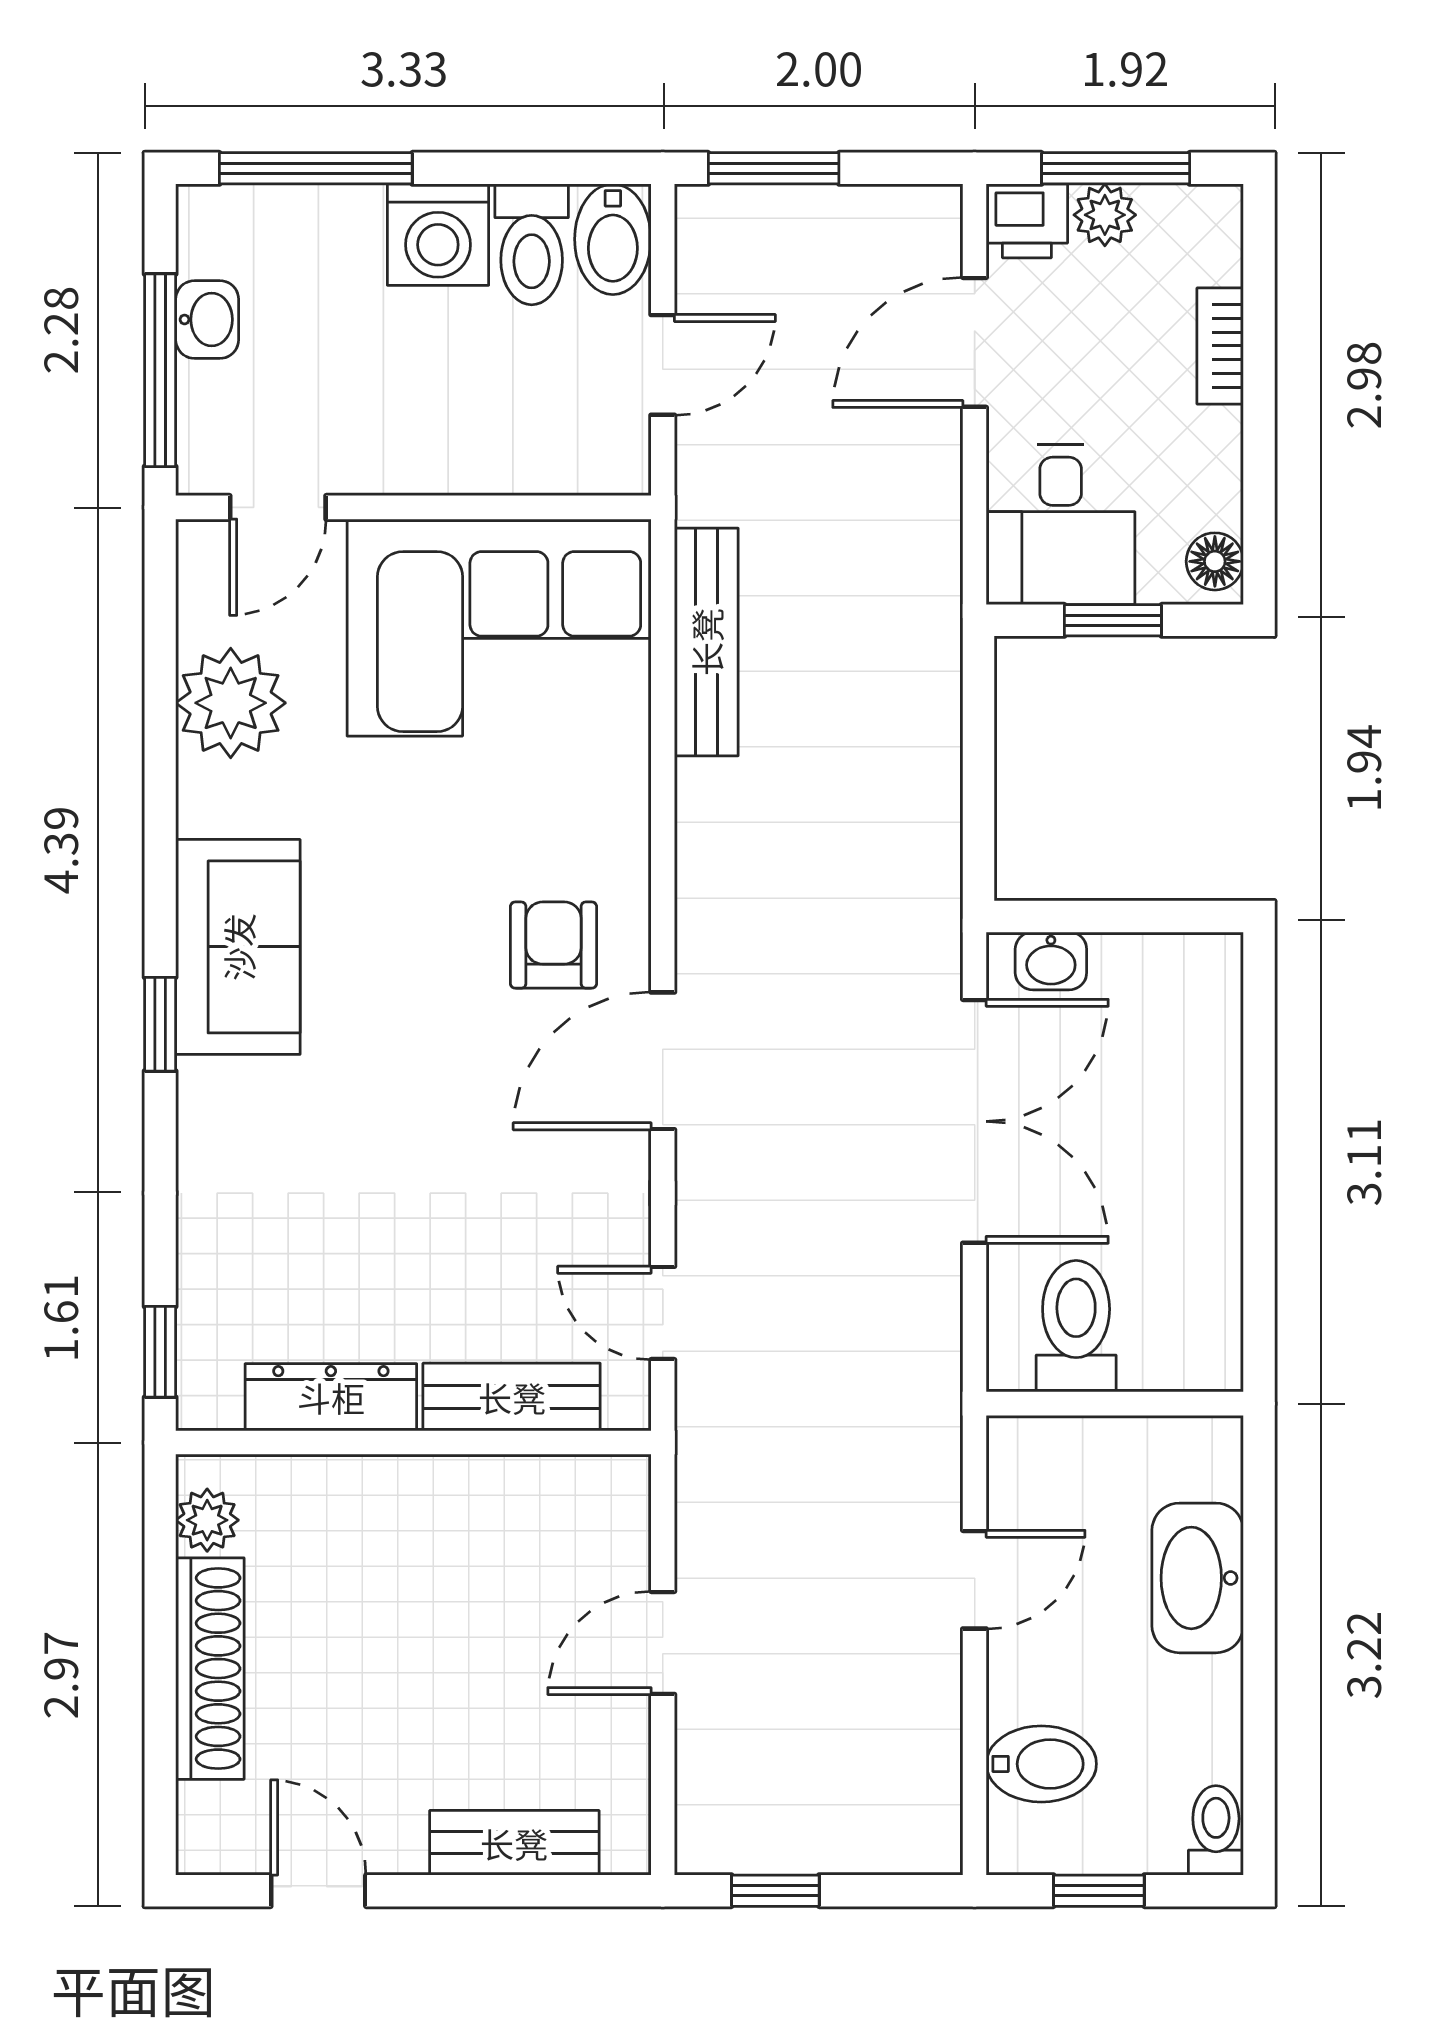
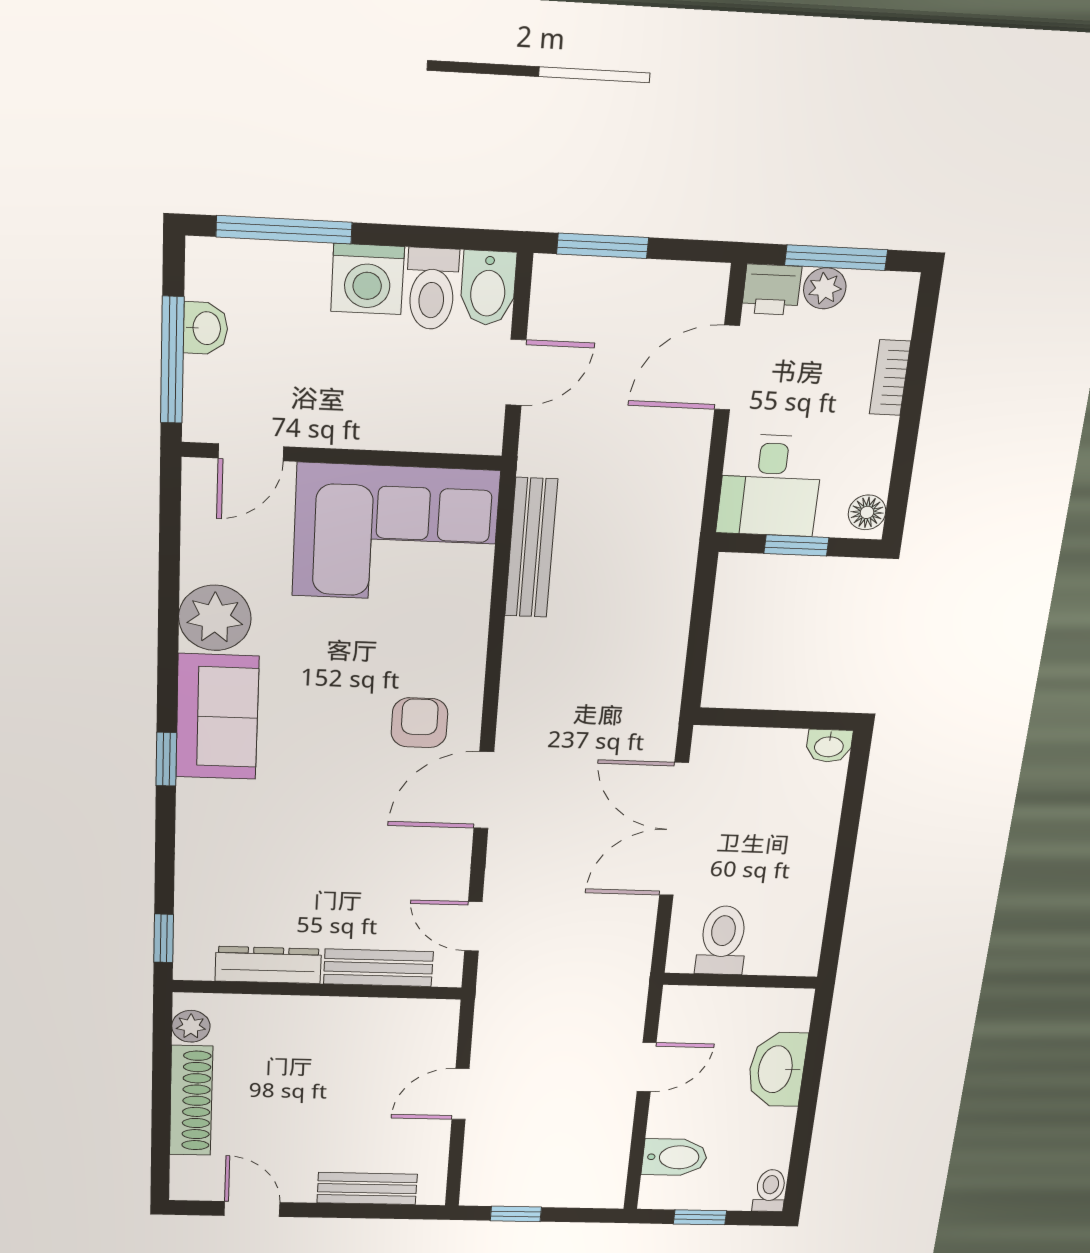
plant: (231, 703) -> (215, 618), moved
washbasin: (1051, 961) -> (829, 746), moved
double door: (975, 1121) -> (674, 830), swing flipped

